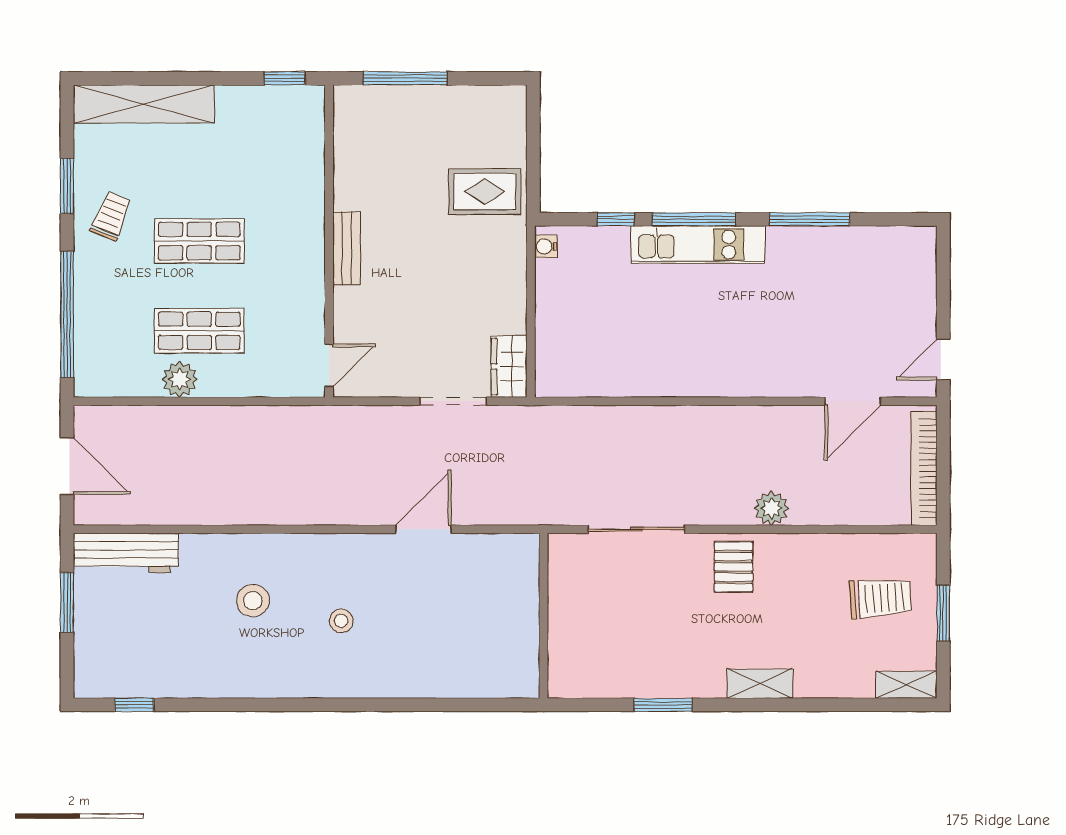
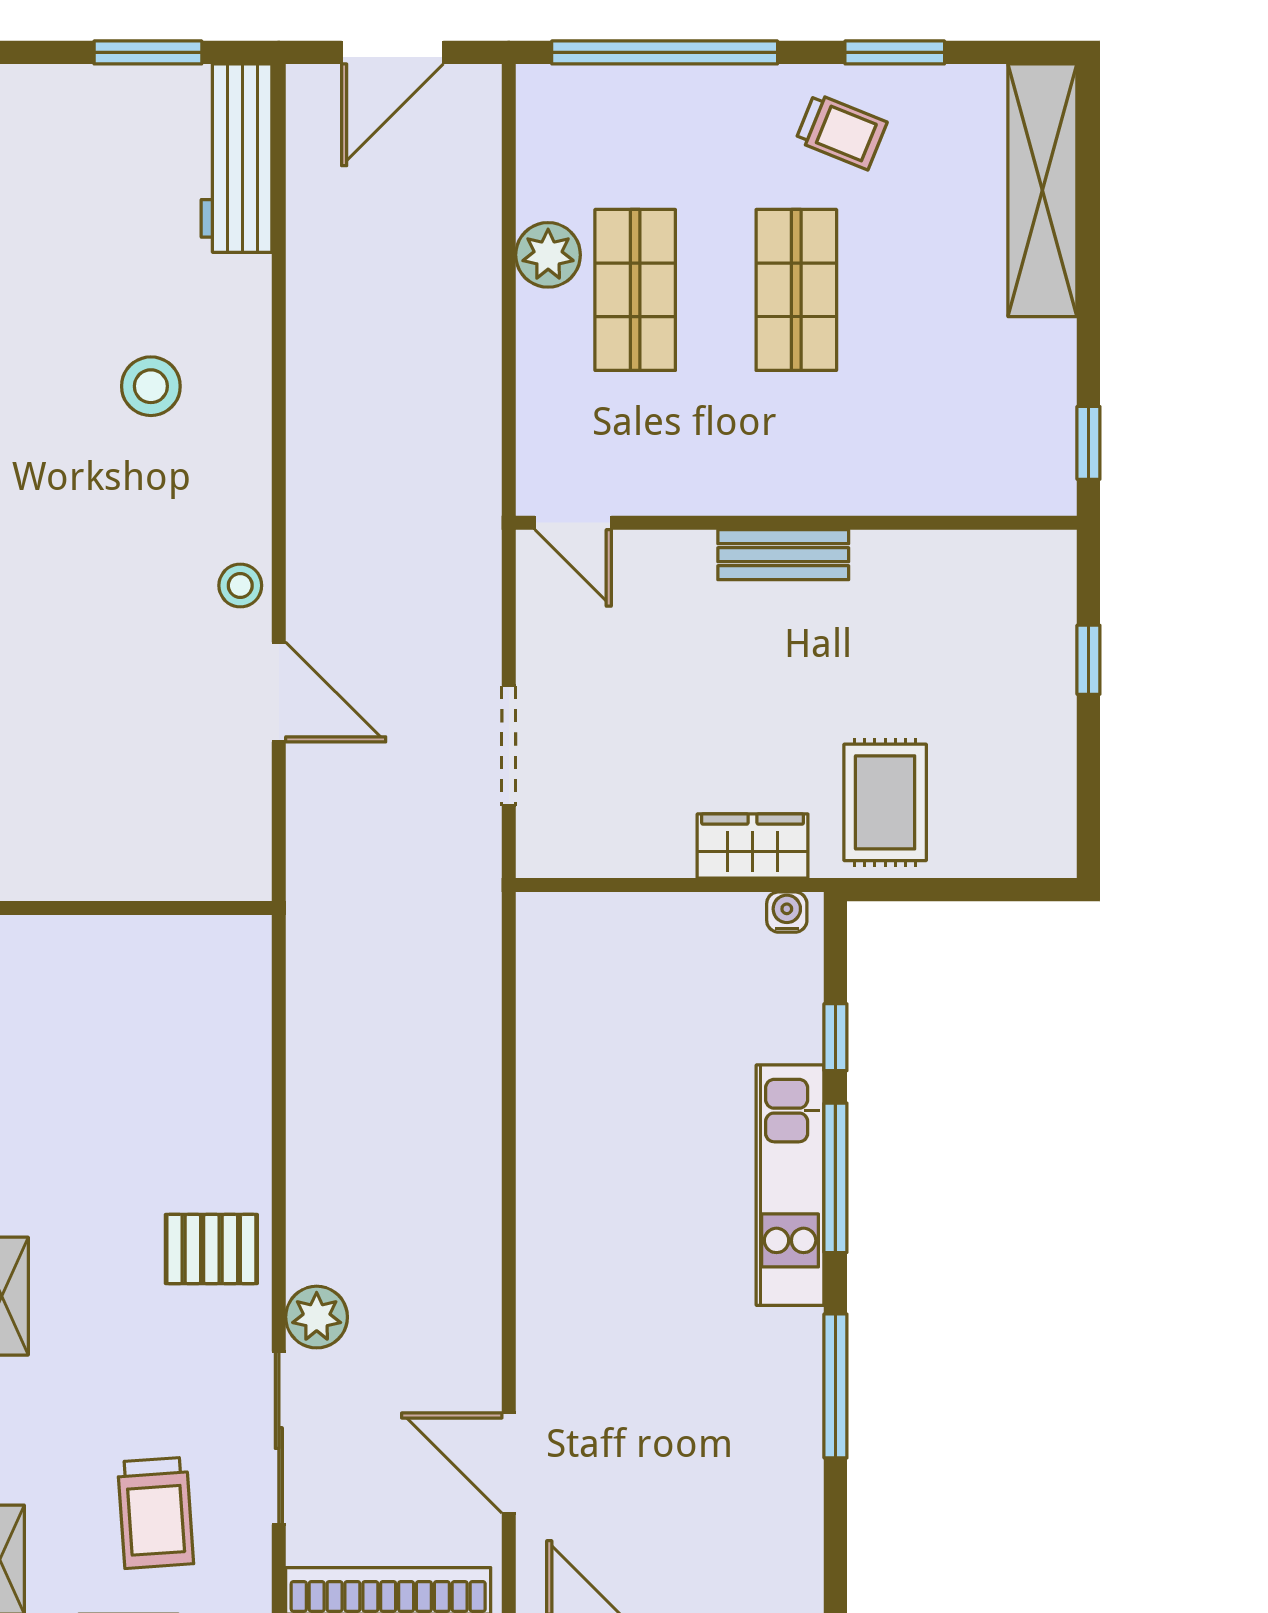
window: (405, 78) -> (1088, 660), width x0.46
wardrobe: (509, 367) -> (753, 846), moved
sliding door: (636, 529) -> (279, 1438), moved
stool: (341, 621) -> (240, 585), moved

